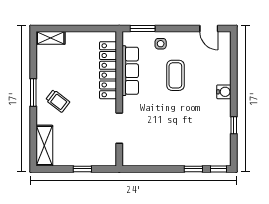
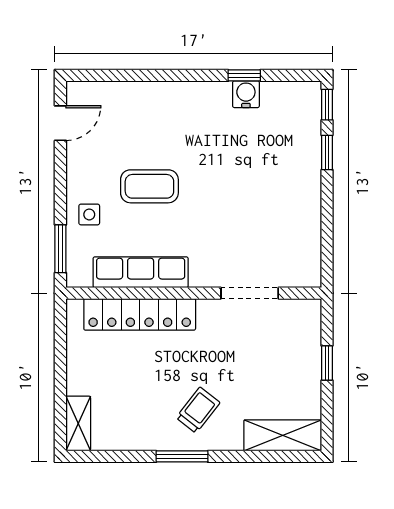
water cooler: (224, 92) -> (246, 94), moved

